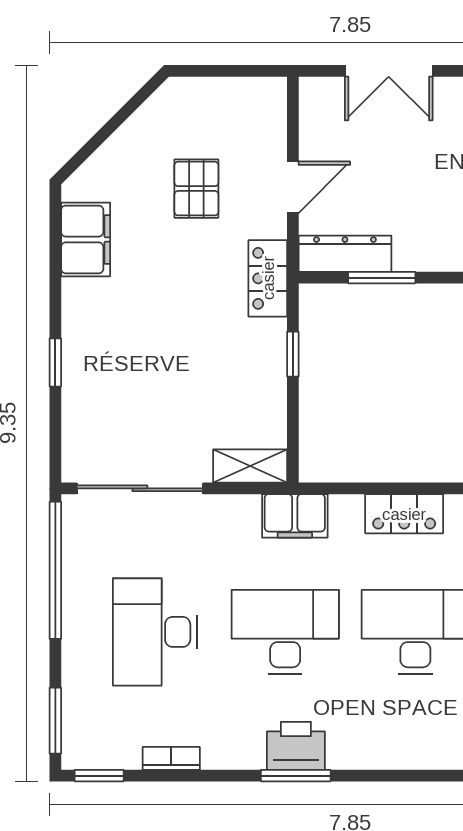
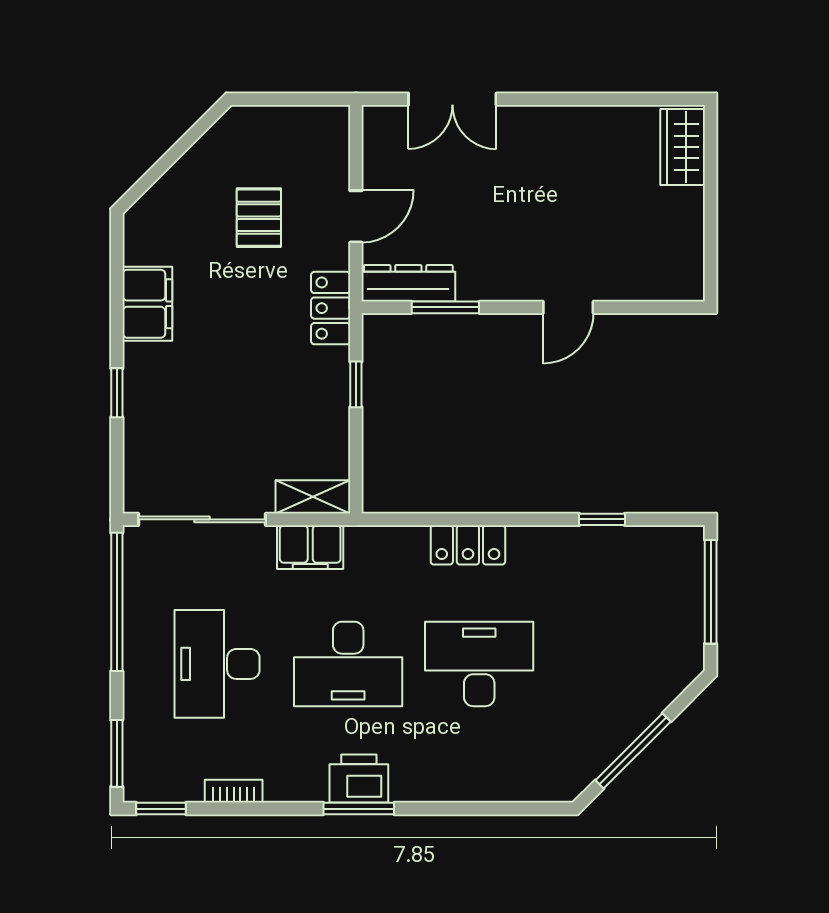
filing cabinet: (86, 239) -> (147, 304), moved
filing cabinet: (295, 516) -> (310, 547), moved
desk: (285, 632) -> (348, 664), turned 180

